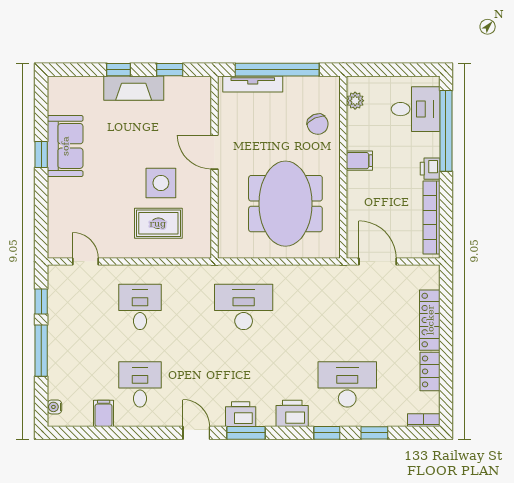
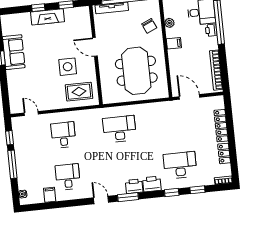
plant: (355, 101) -> (169, 23), moved
printer: (430, 169) -> (211, 30), moved
rug: (158, 223) -> (79, 92), moved
printer: (241, 414) -> (134, 186), moved

